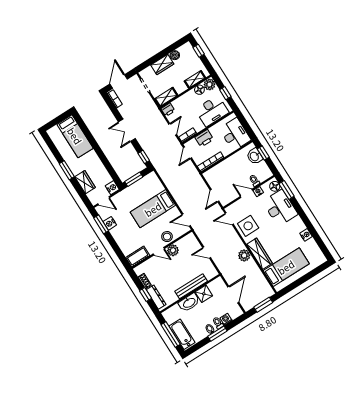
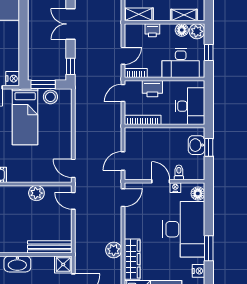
printer: (168, 110) -> (152, 30), moved
window: (287, 190) -> (209, 248), moved
desk: (280, 208) -> (184, 229), width x1.36, depth x1.30
bed: (153, 209) -> (25, 117), moved, turned -90
door: (229, 219) -> (123, 198), swing flipped
side table: (248, 226) -> (139, 219), removed
stool: (167, 237) -> (50, 97), moved
door: (159, 251) -> (20, 184), removed
door: (207, 253) -> (73, 201), moved
bench: (191, 286) -> (50, 247), moved
shower: (204, 294) -> (63, 264), moved

